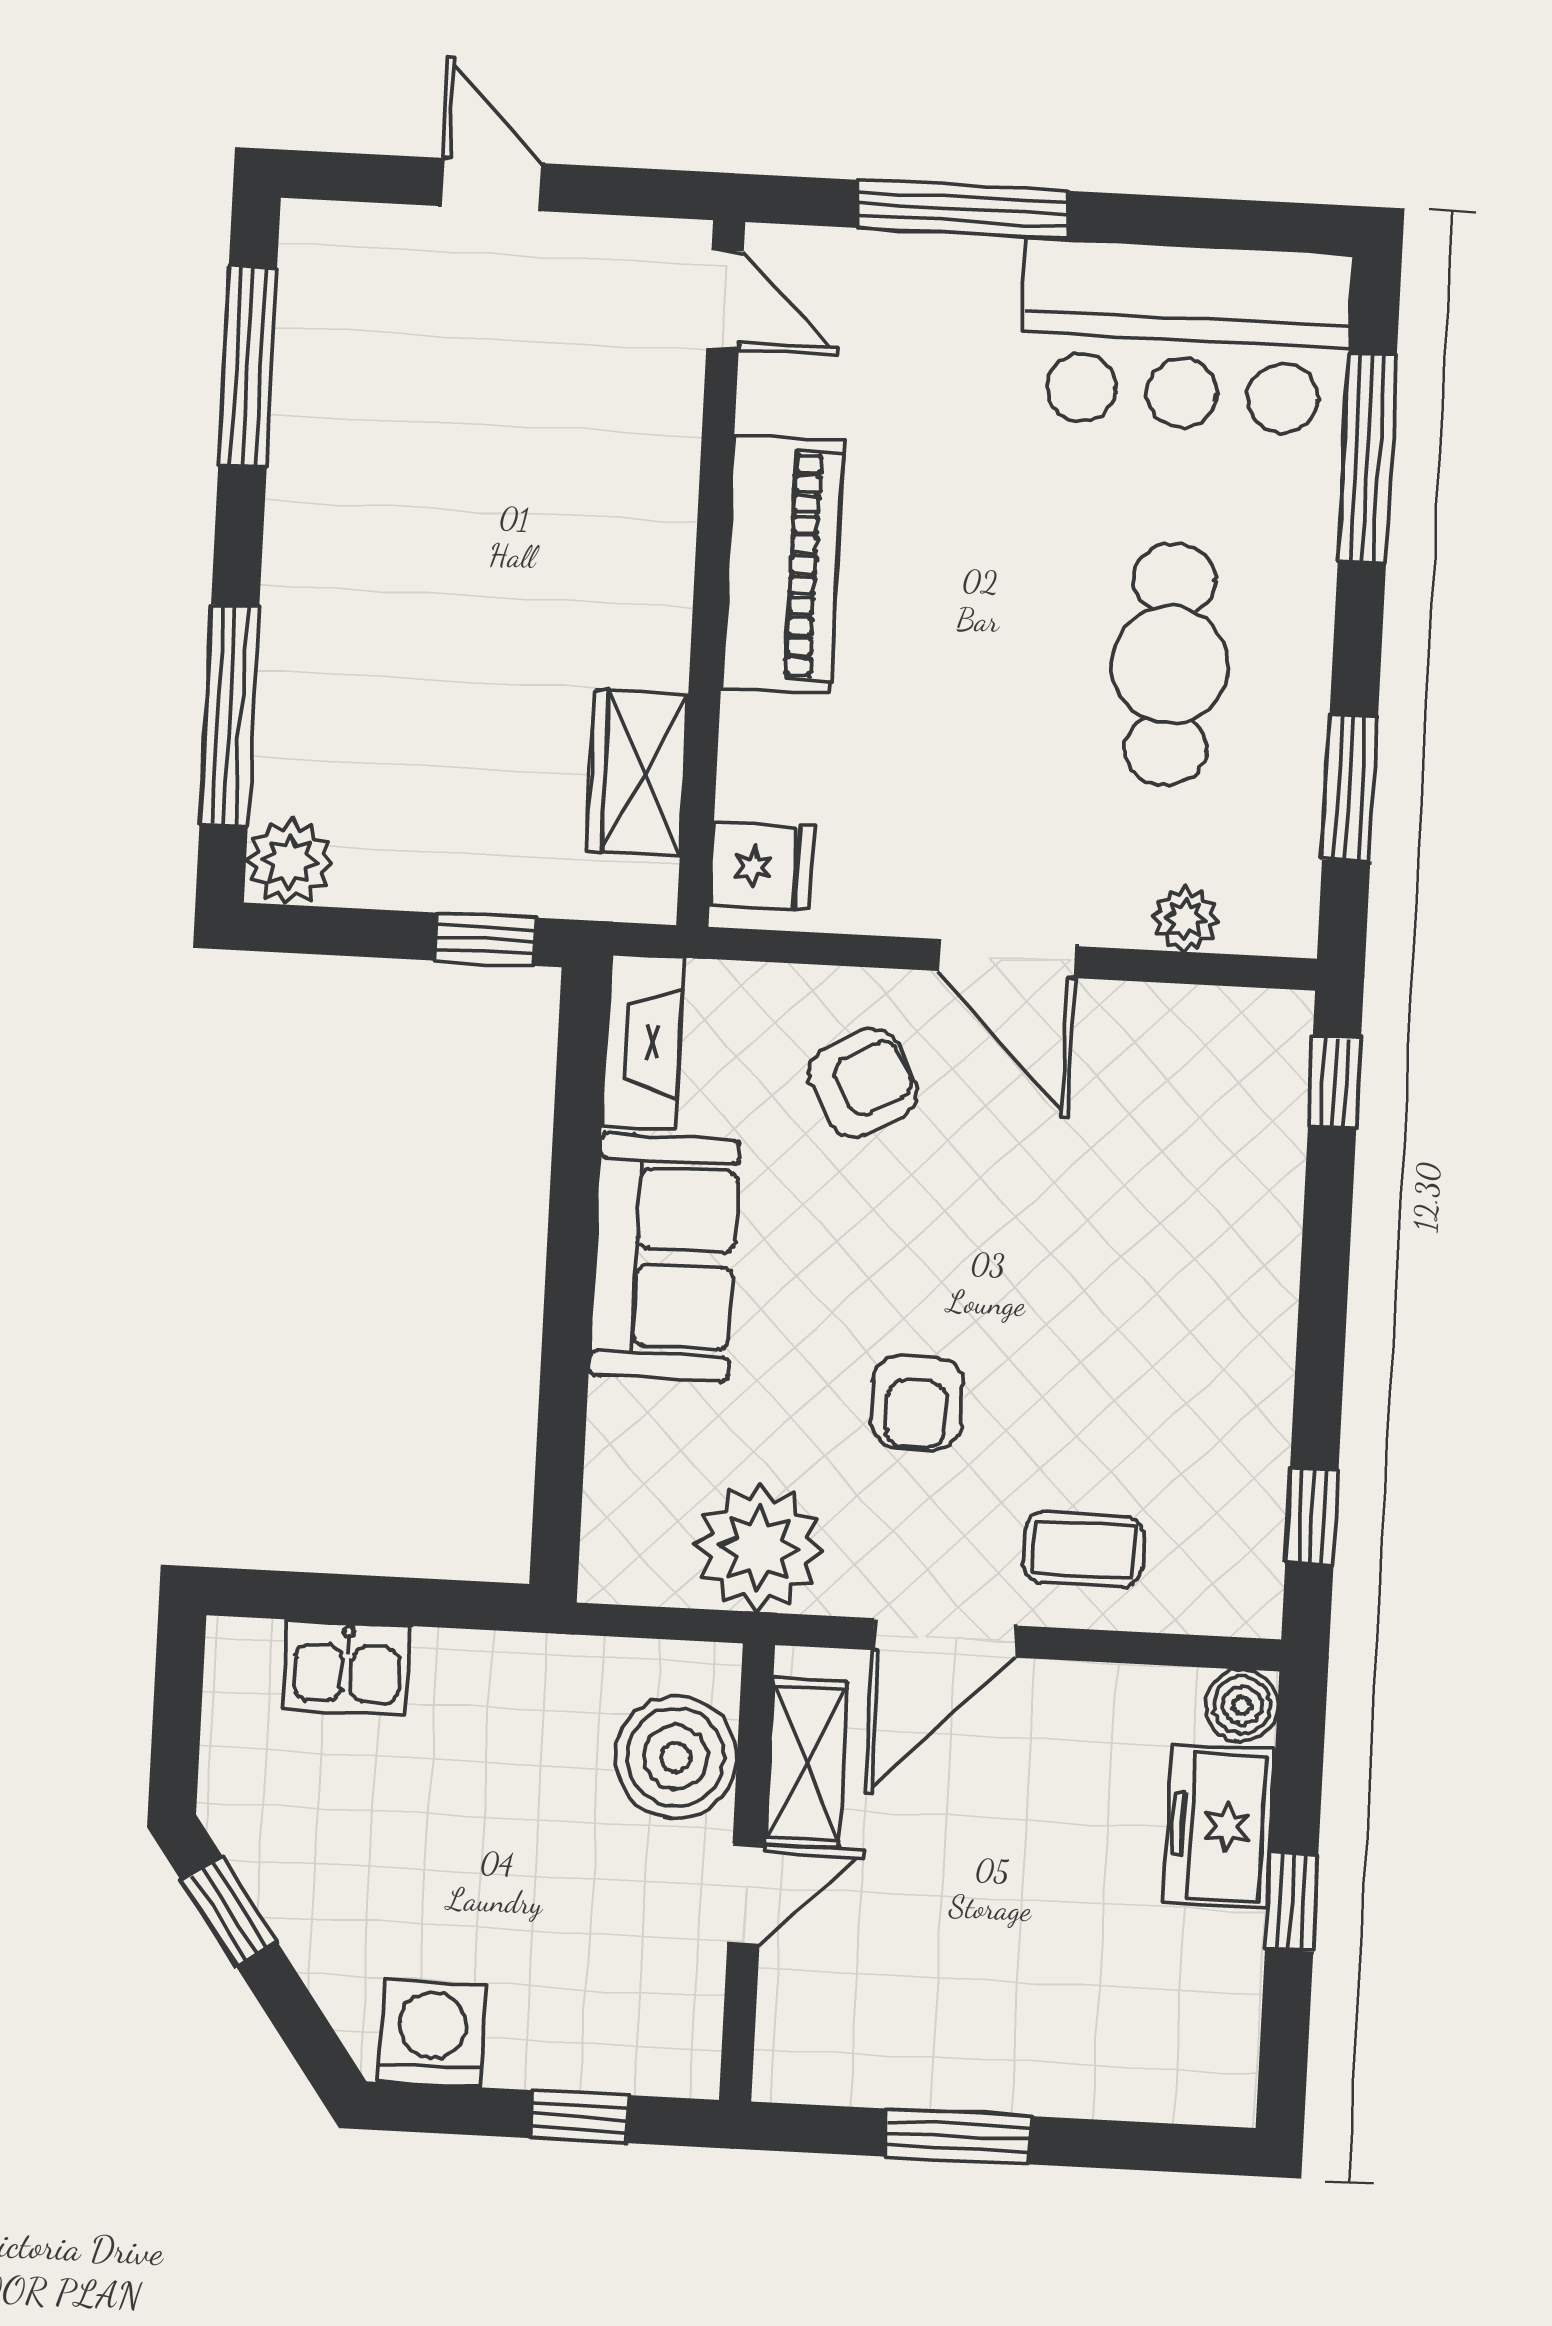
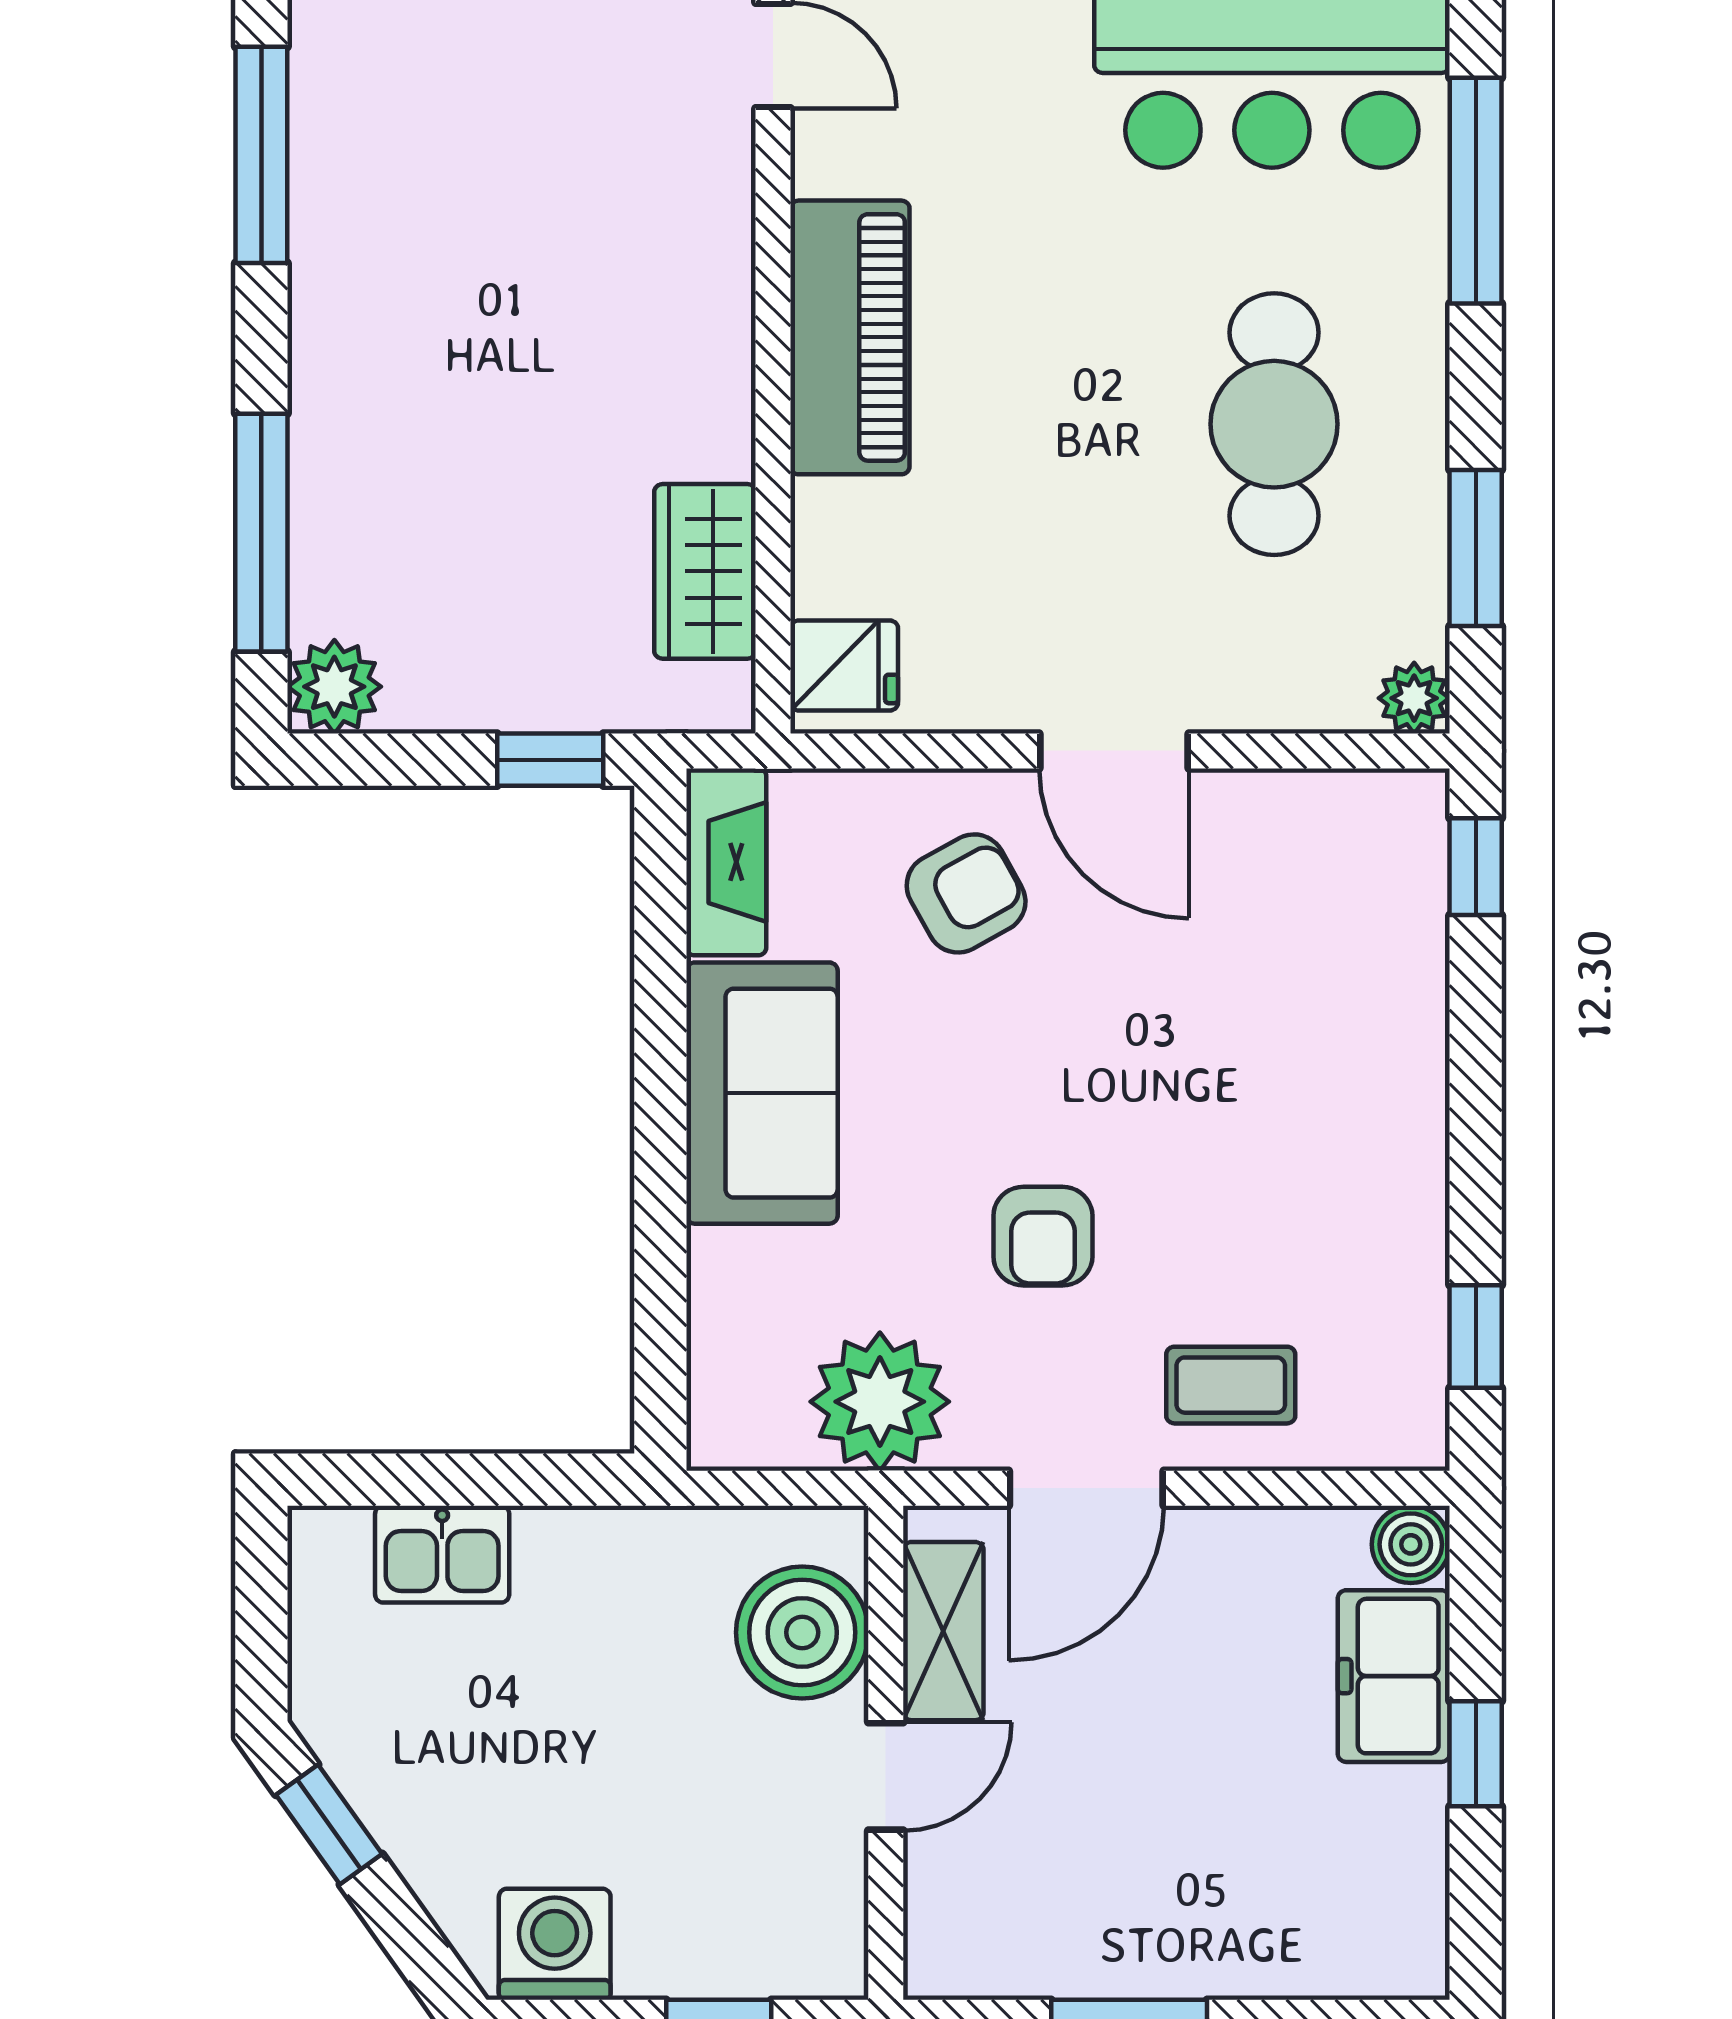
plant: (1185, 919) -> (1414, 698), moved

